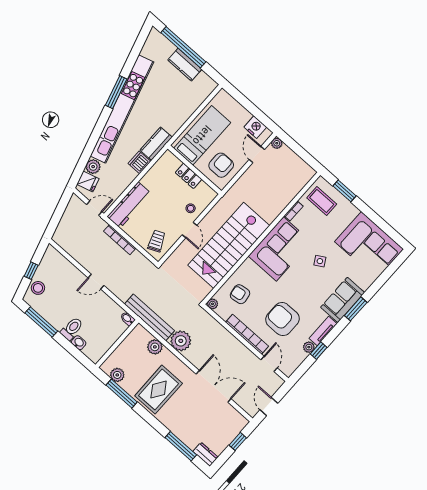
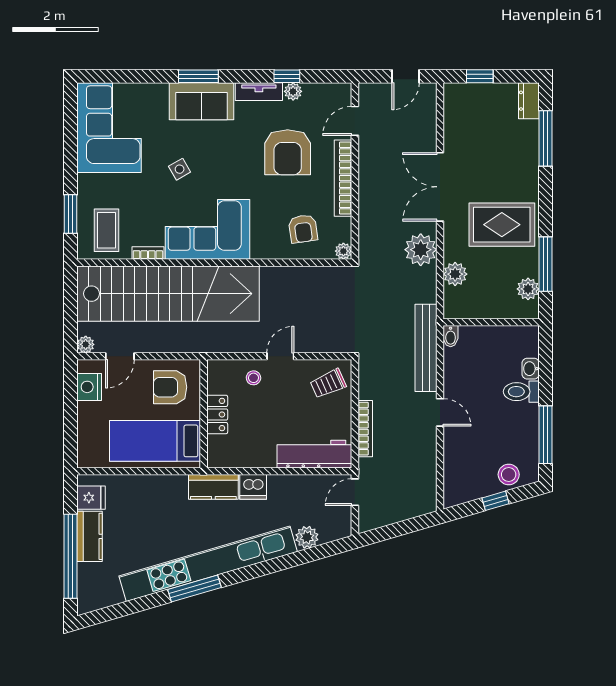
fridge: (88, 182) -> (91, 498), moved, turned 106
door: (94, 208) -> (355, 492), hinge flipped
stairs: (229, 245) -> (168, 294), moved, width x1.36
bench: (149, 317) -> (426, 348), moved
double door: (214, 386) -> (440, 187), moved

